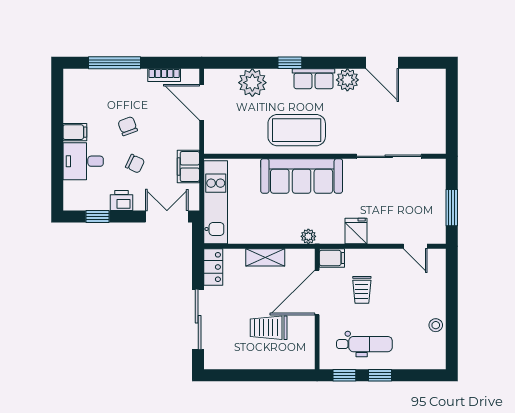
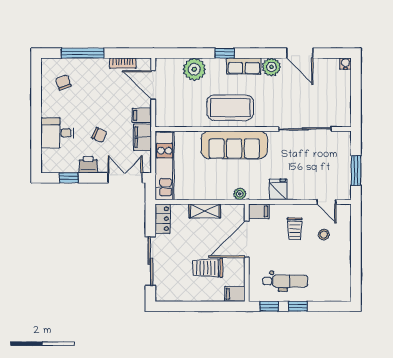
water cooler: (439, 76) -> (345, 64), added
chair: (128, 126) -> (63, 82), moved
filing cabinet: (75, 132) -> (142, 115), moved, turned 180
trolley: (362, 290) -> (295, 229), moved
stool: (436, 325) -> (324, 235), moved
filing cabinet: (302, 360) -> (235, 294), added

